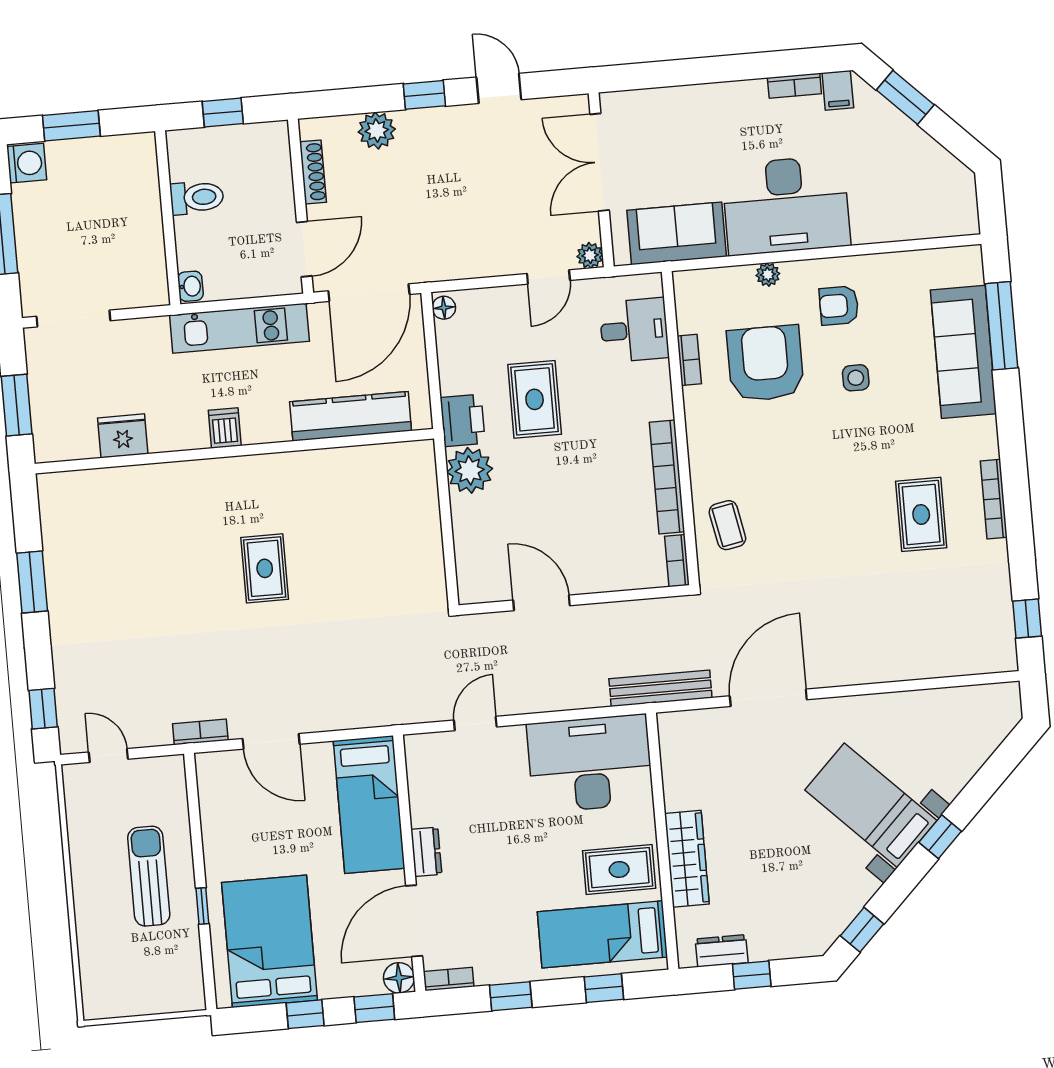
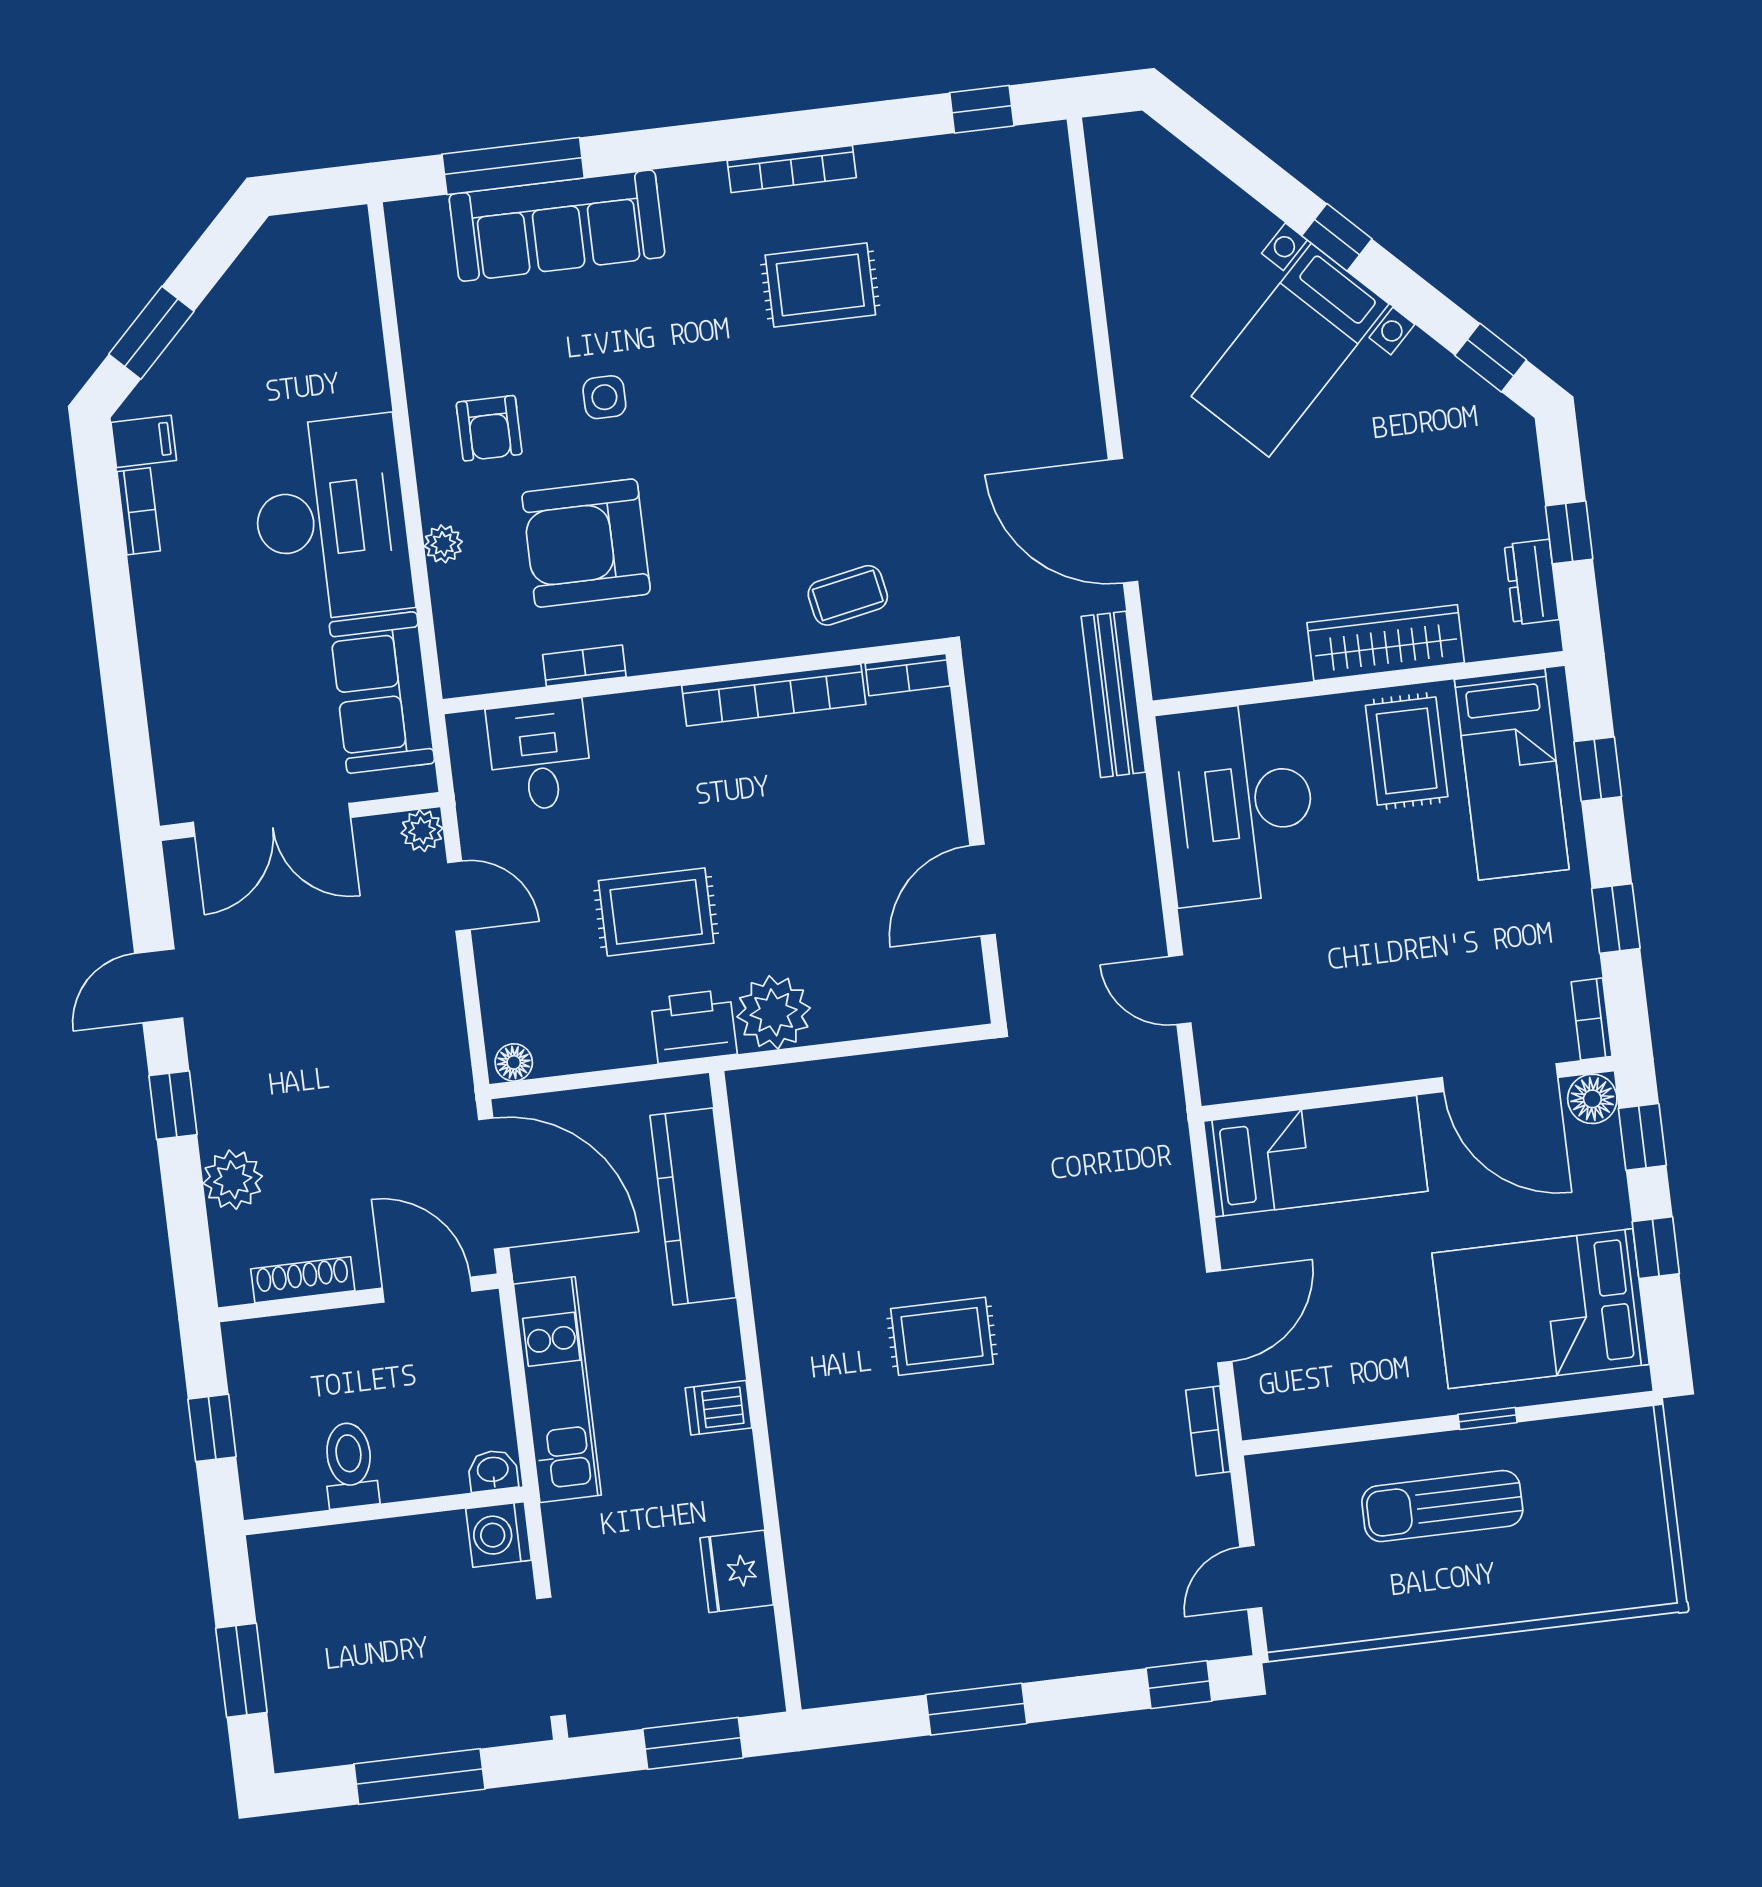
washing machine: (27, 163) -> (499, 1534), moved, turned -90
dresser: (426, 852) -> (1388, 1062), removed

